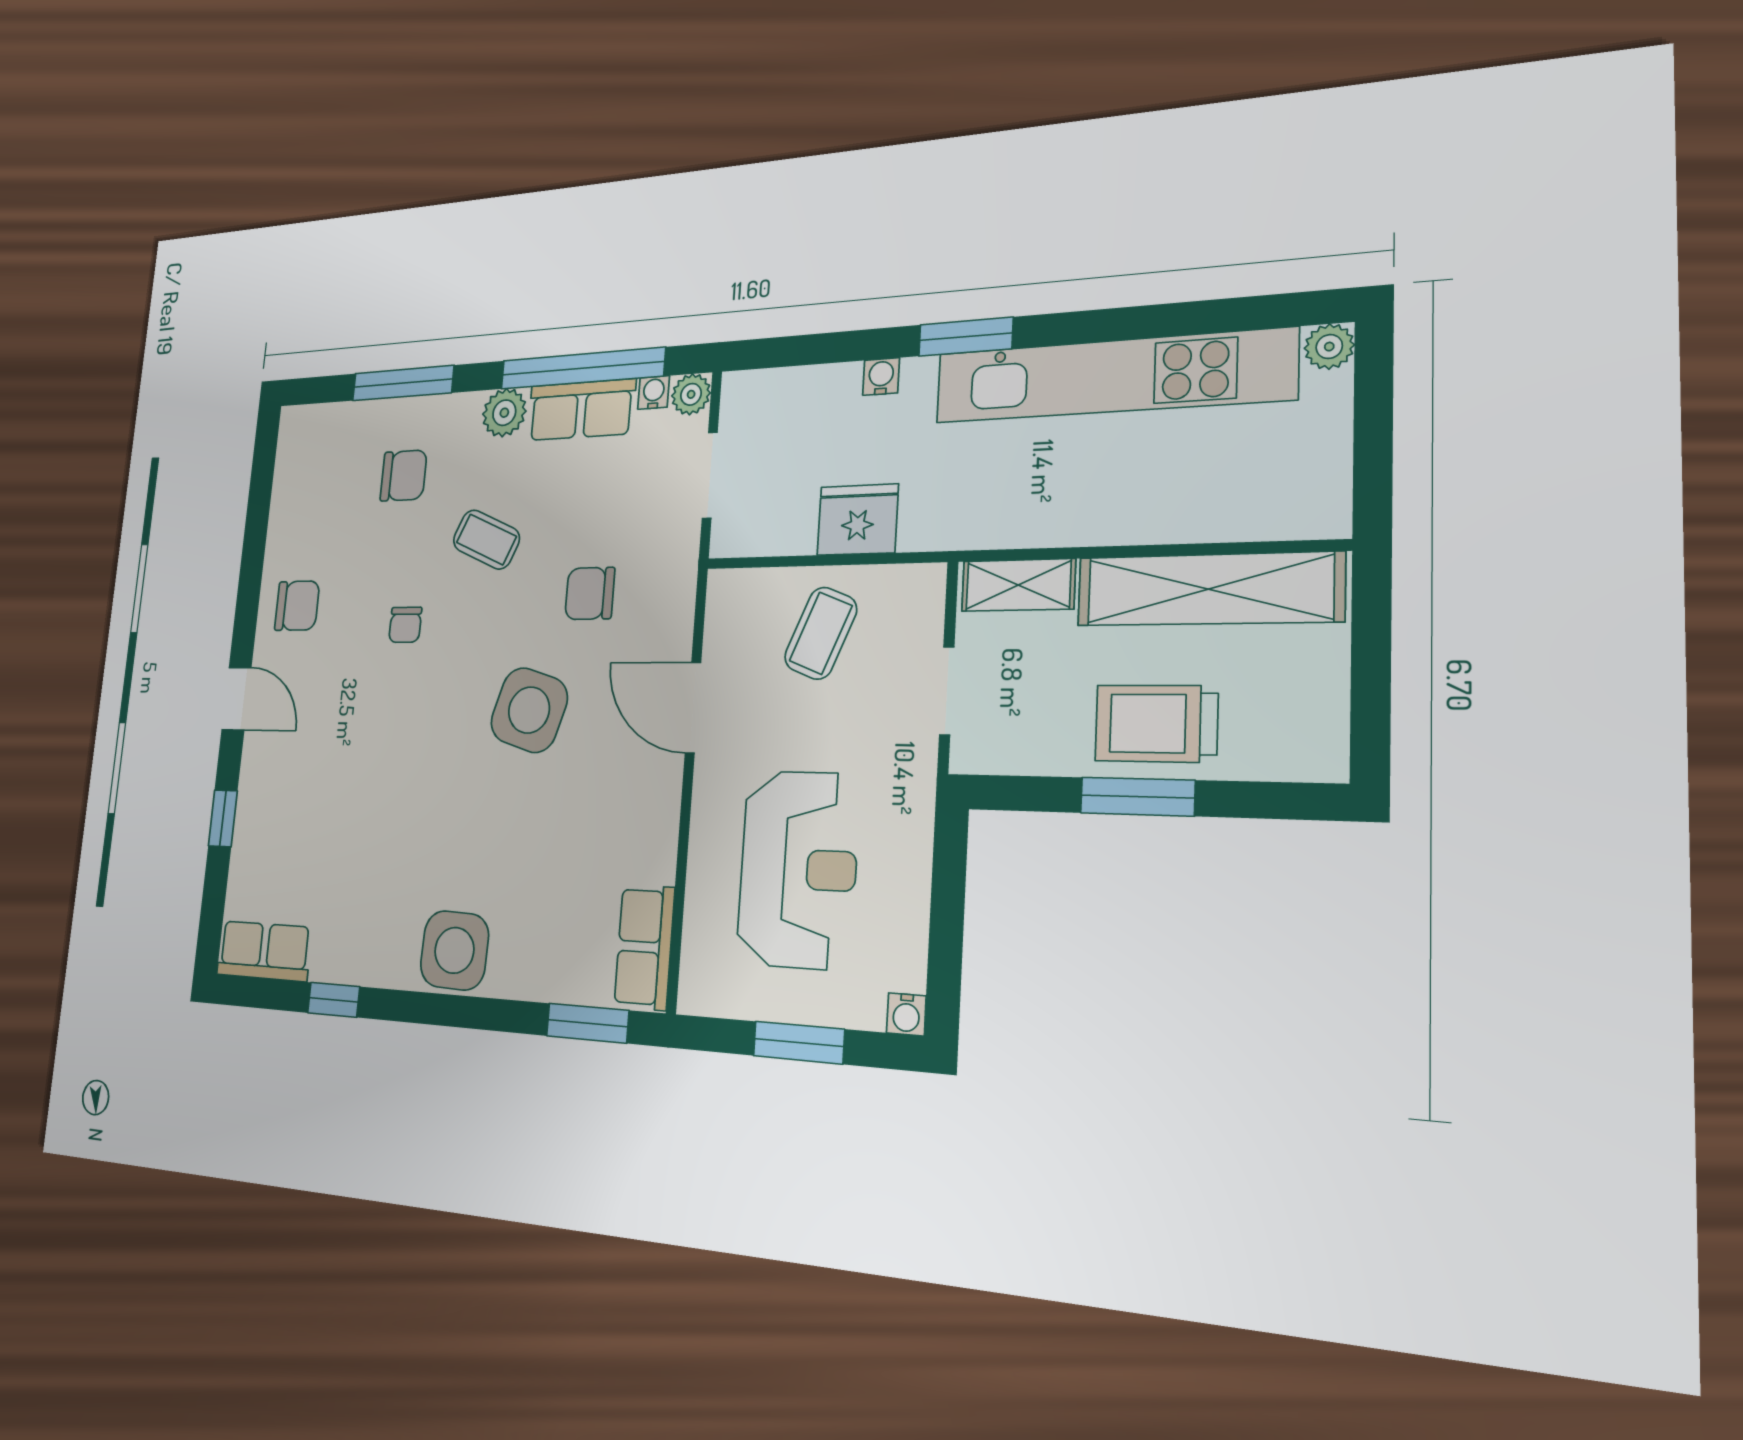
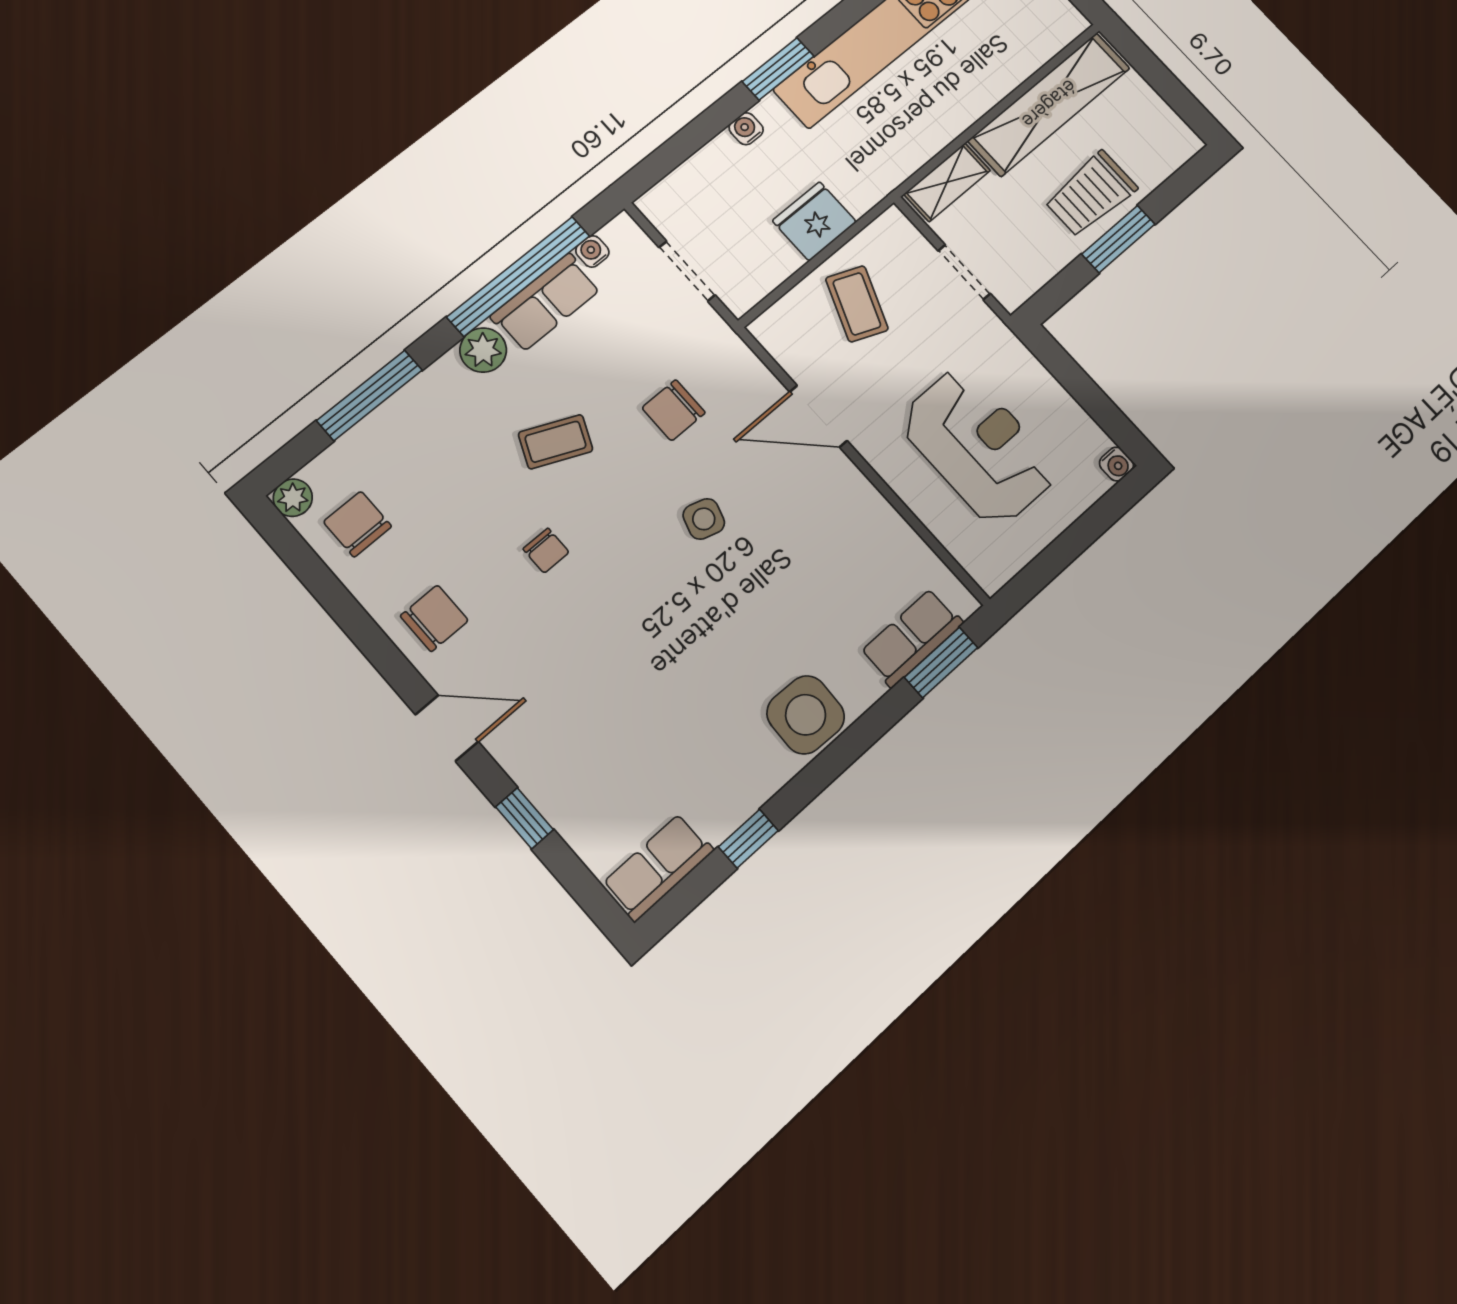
plant: (691, 394) -> (293, 498), moved
chair: (404, 476) -> (357, 524), moved, turned -90
side table: (529, 710) -> (704, 519), width x0.54, depth x0.54
row of seats: (644, 947) -> (912, 638), moved, turned 90
window: (799, 1043) -> (1076, 540), removed

